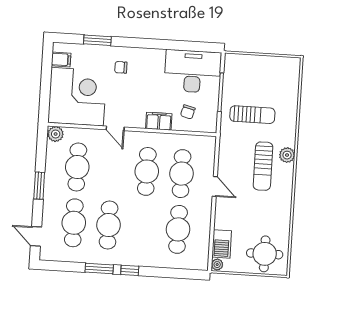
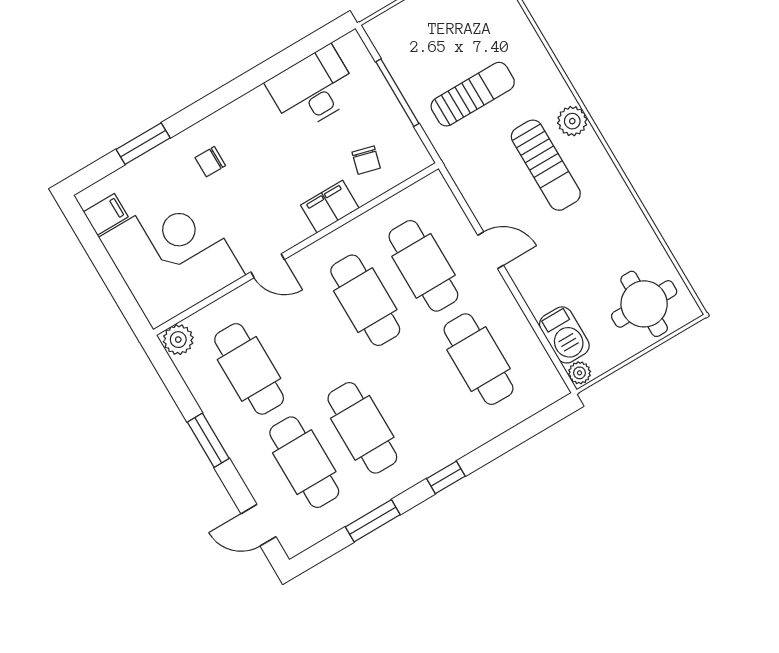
desk: (193, 71) -> (313, 89), width x0.73, depth x0.77
window: (99, 268) -> (373, 521), moved

